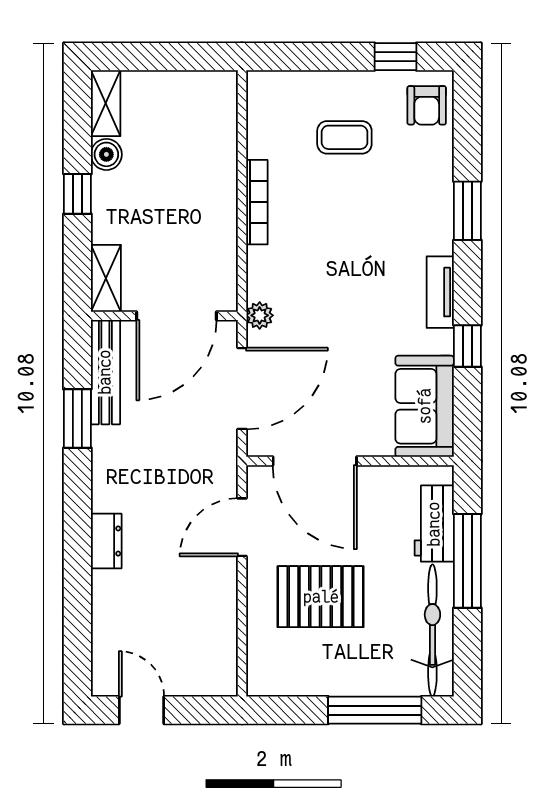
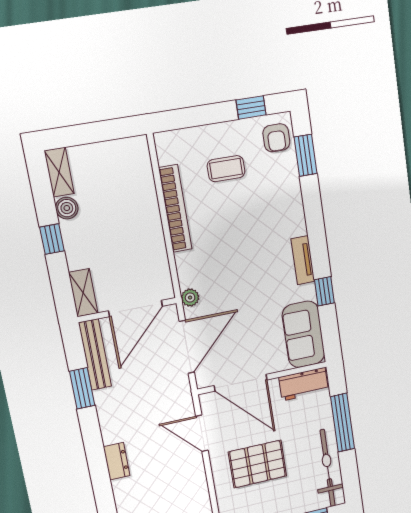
bookcase: (257, 202) -> (175, 209), width x1.48, depth x1.31
window: (467, 211) -> (306, 155), moved
workbench: (434, 524) -> (304, 384), moved, turned -90
door: (242, 527) -> (202, 433), hinge flipped

